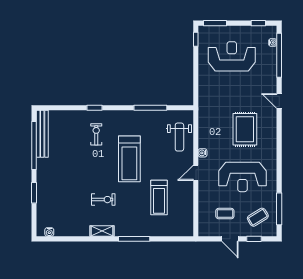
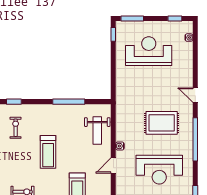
window: (279, 55) -> (195, 139), moved
rug: (245, 129) -> (162, 123), turned 90
treadmill: (129, 159) -> (48, 152), width x0.73, depth x0.73

